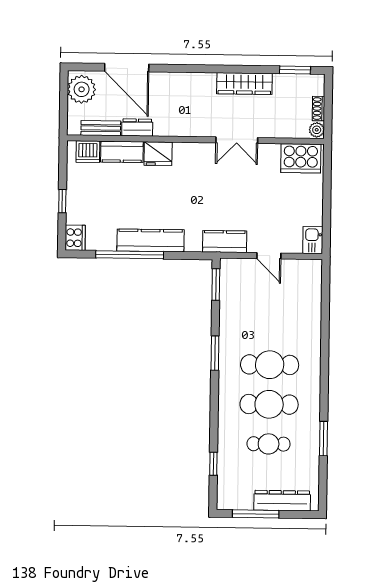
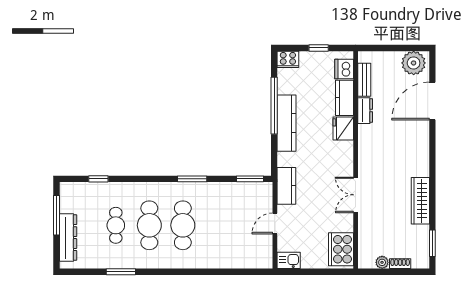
dresser: (137, 127) -> (365, 111), moved
bench: (101, 128) -> (364, 80), moved
wall: (195, 140) -> (356, 160), moved
double door: (237, 140) -> (356, 195), moved
dishwasher: (88, 152) -> (344, 69), moved
kitchen counter: (122, 152) -> (344, 98), moved
fridge: (158, 154) -> (343, 128), moved
cooker: (301, 158) -> (341, 249), moved

